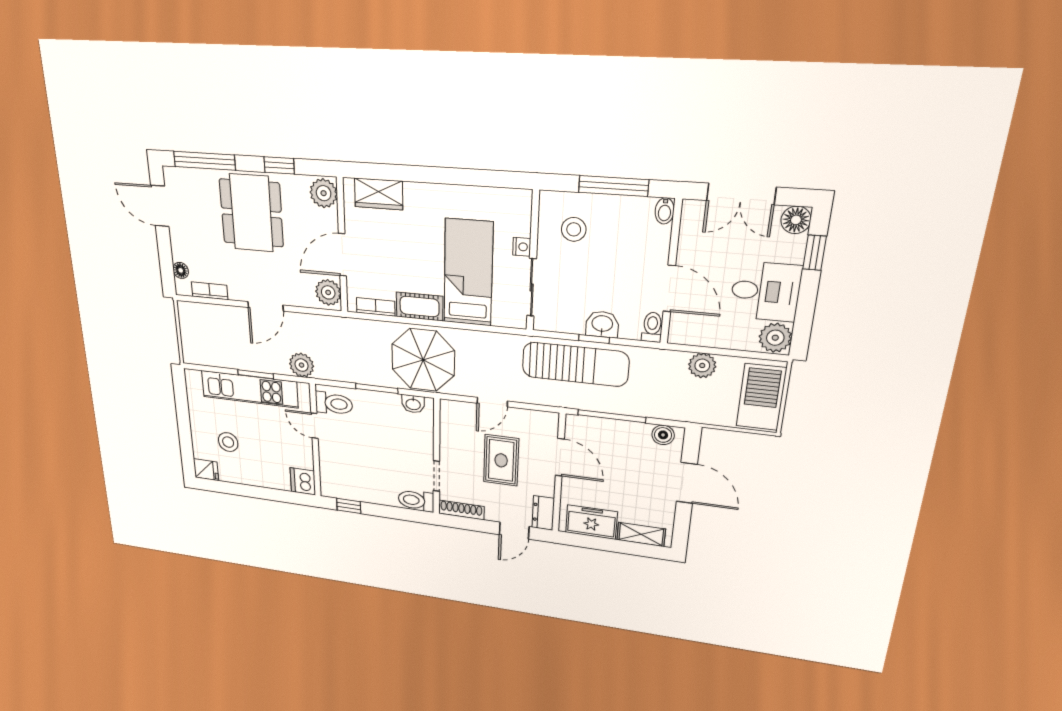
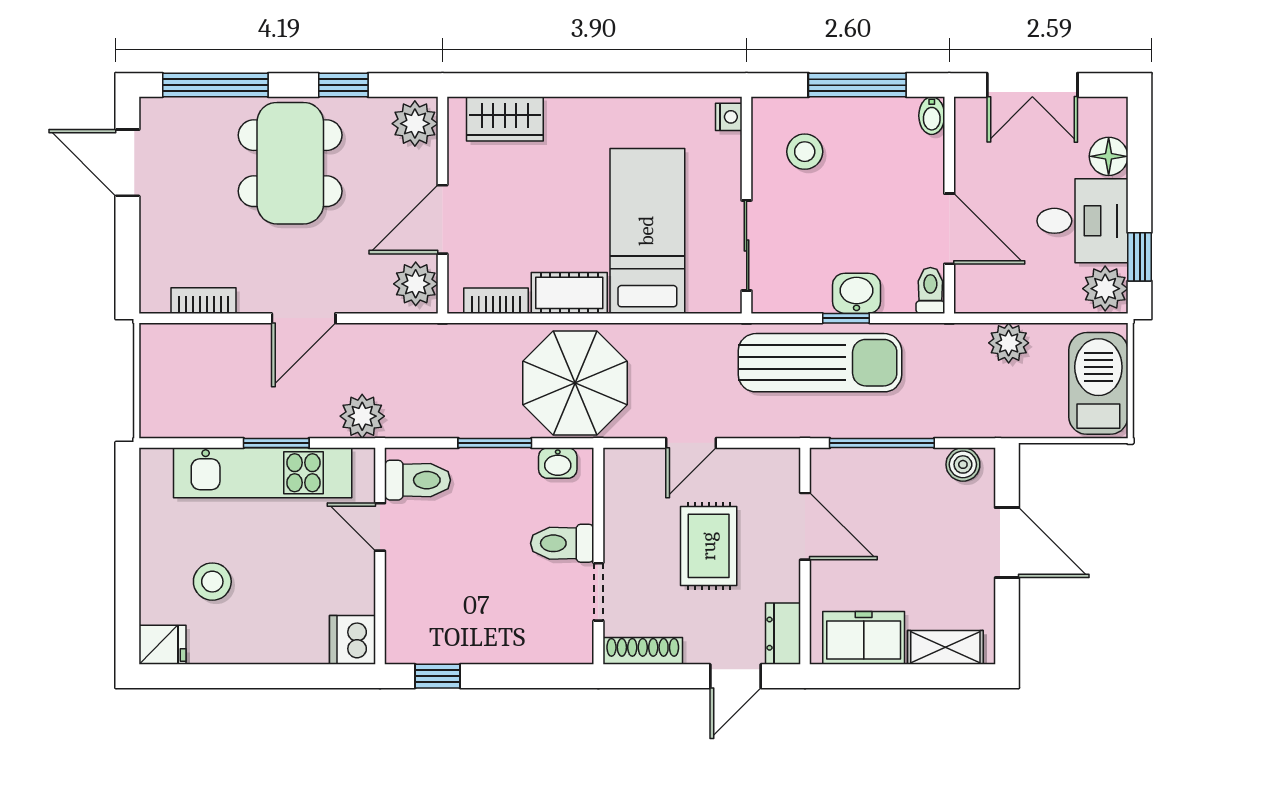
floor lamp: (796, 220) -> (1109, 156), moved
nightstand: (522, 247) -> (729, 117), moved
window: (815, 253) -> (1140, 257), moved
floor lamp: (181, 270) -> (153, 270), removed
toilet: (416, 500) -> (562, 543), moved

